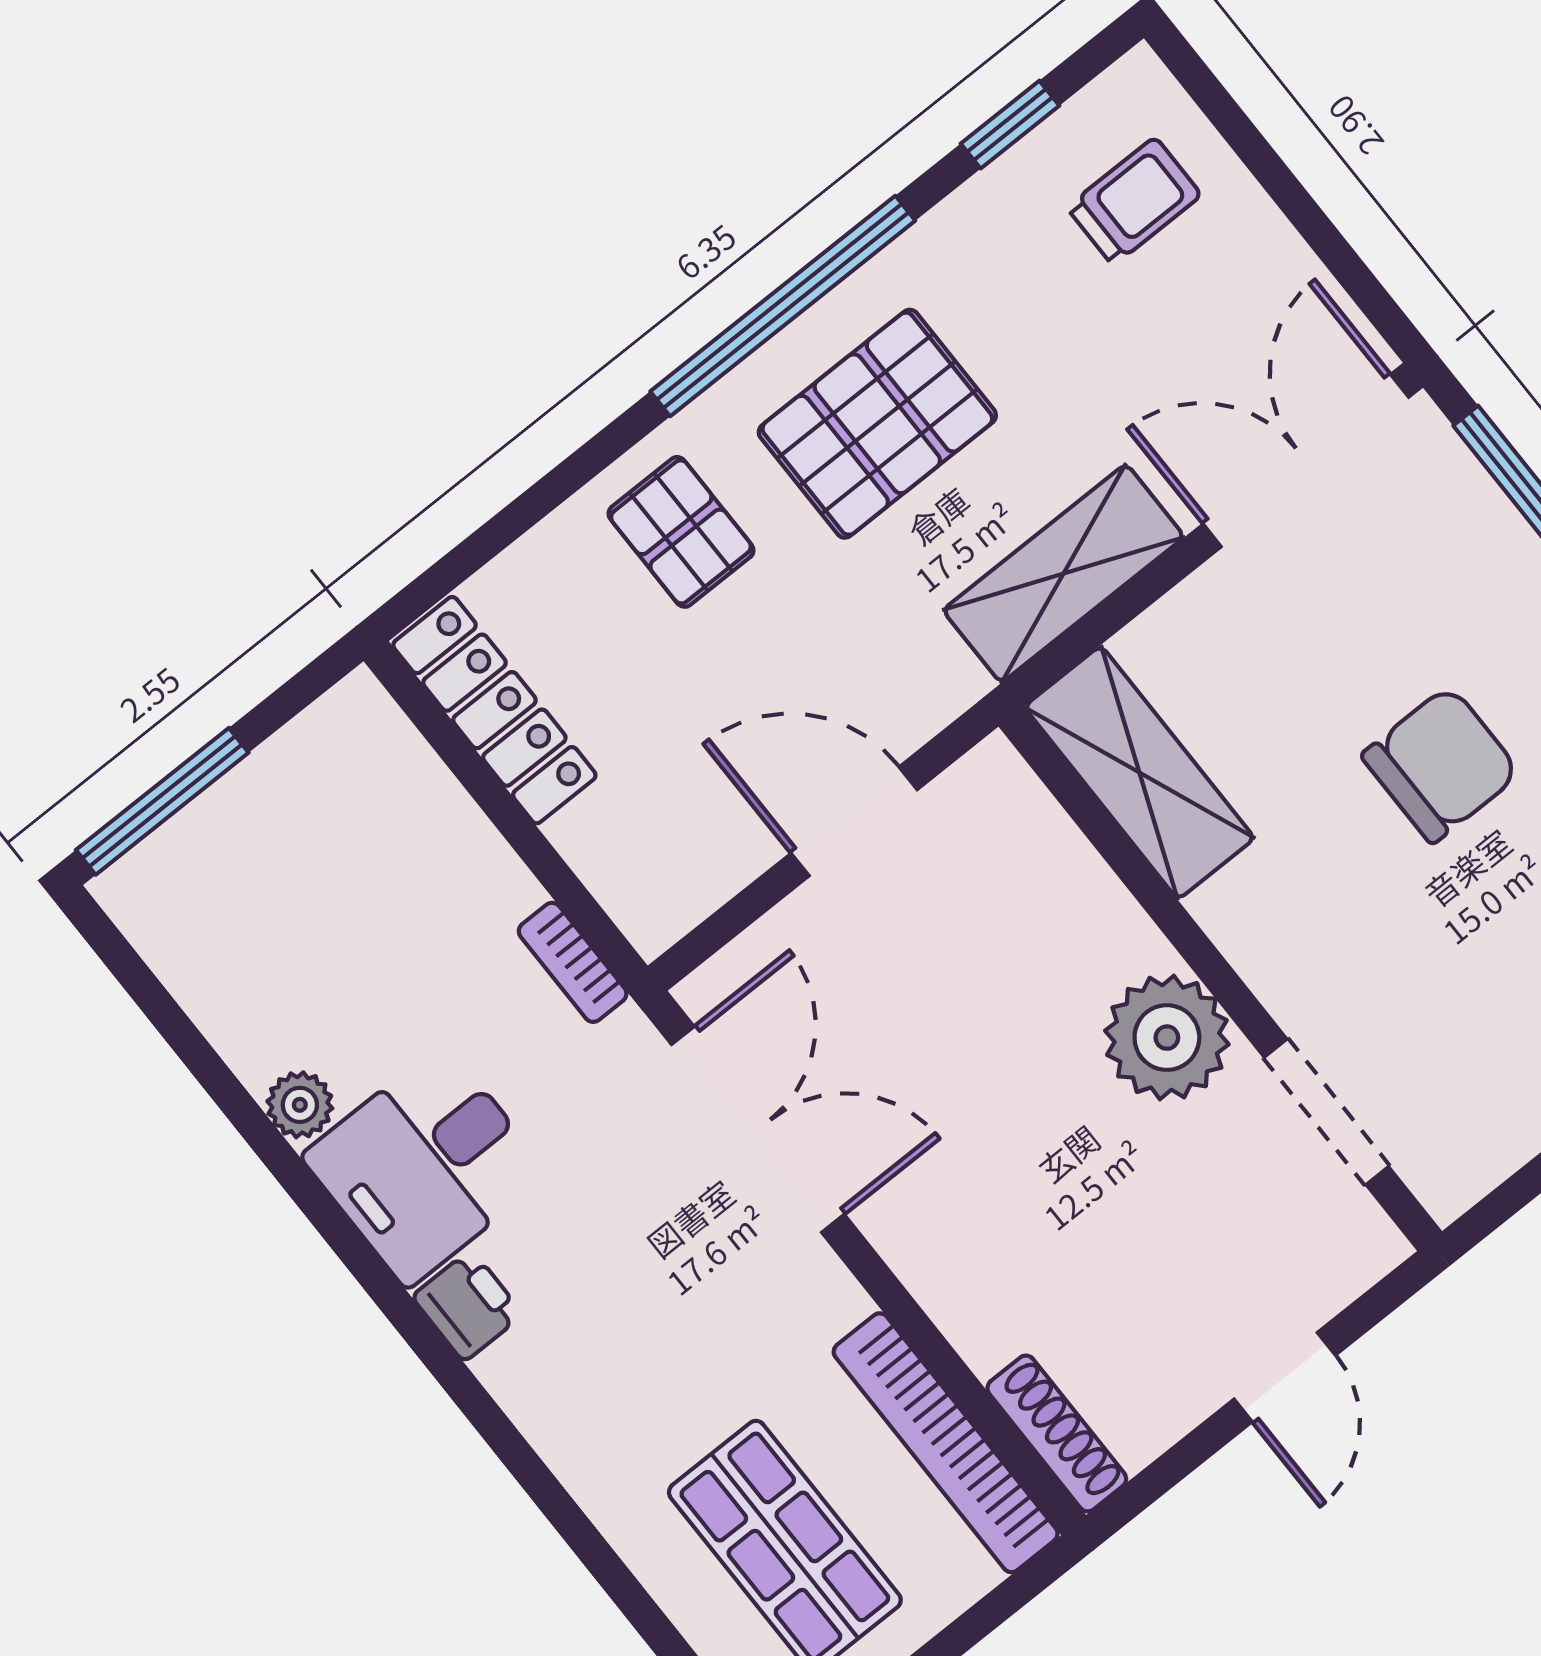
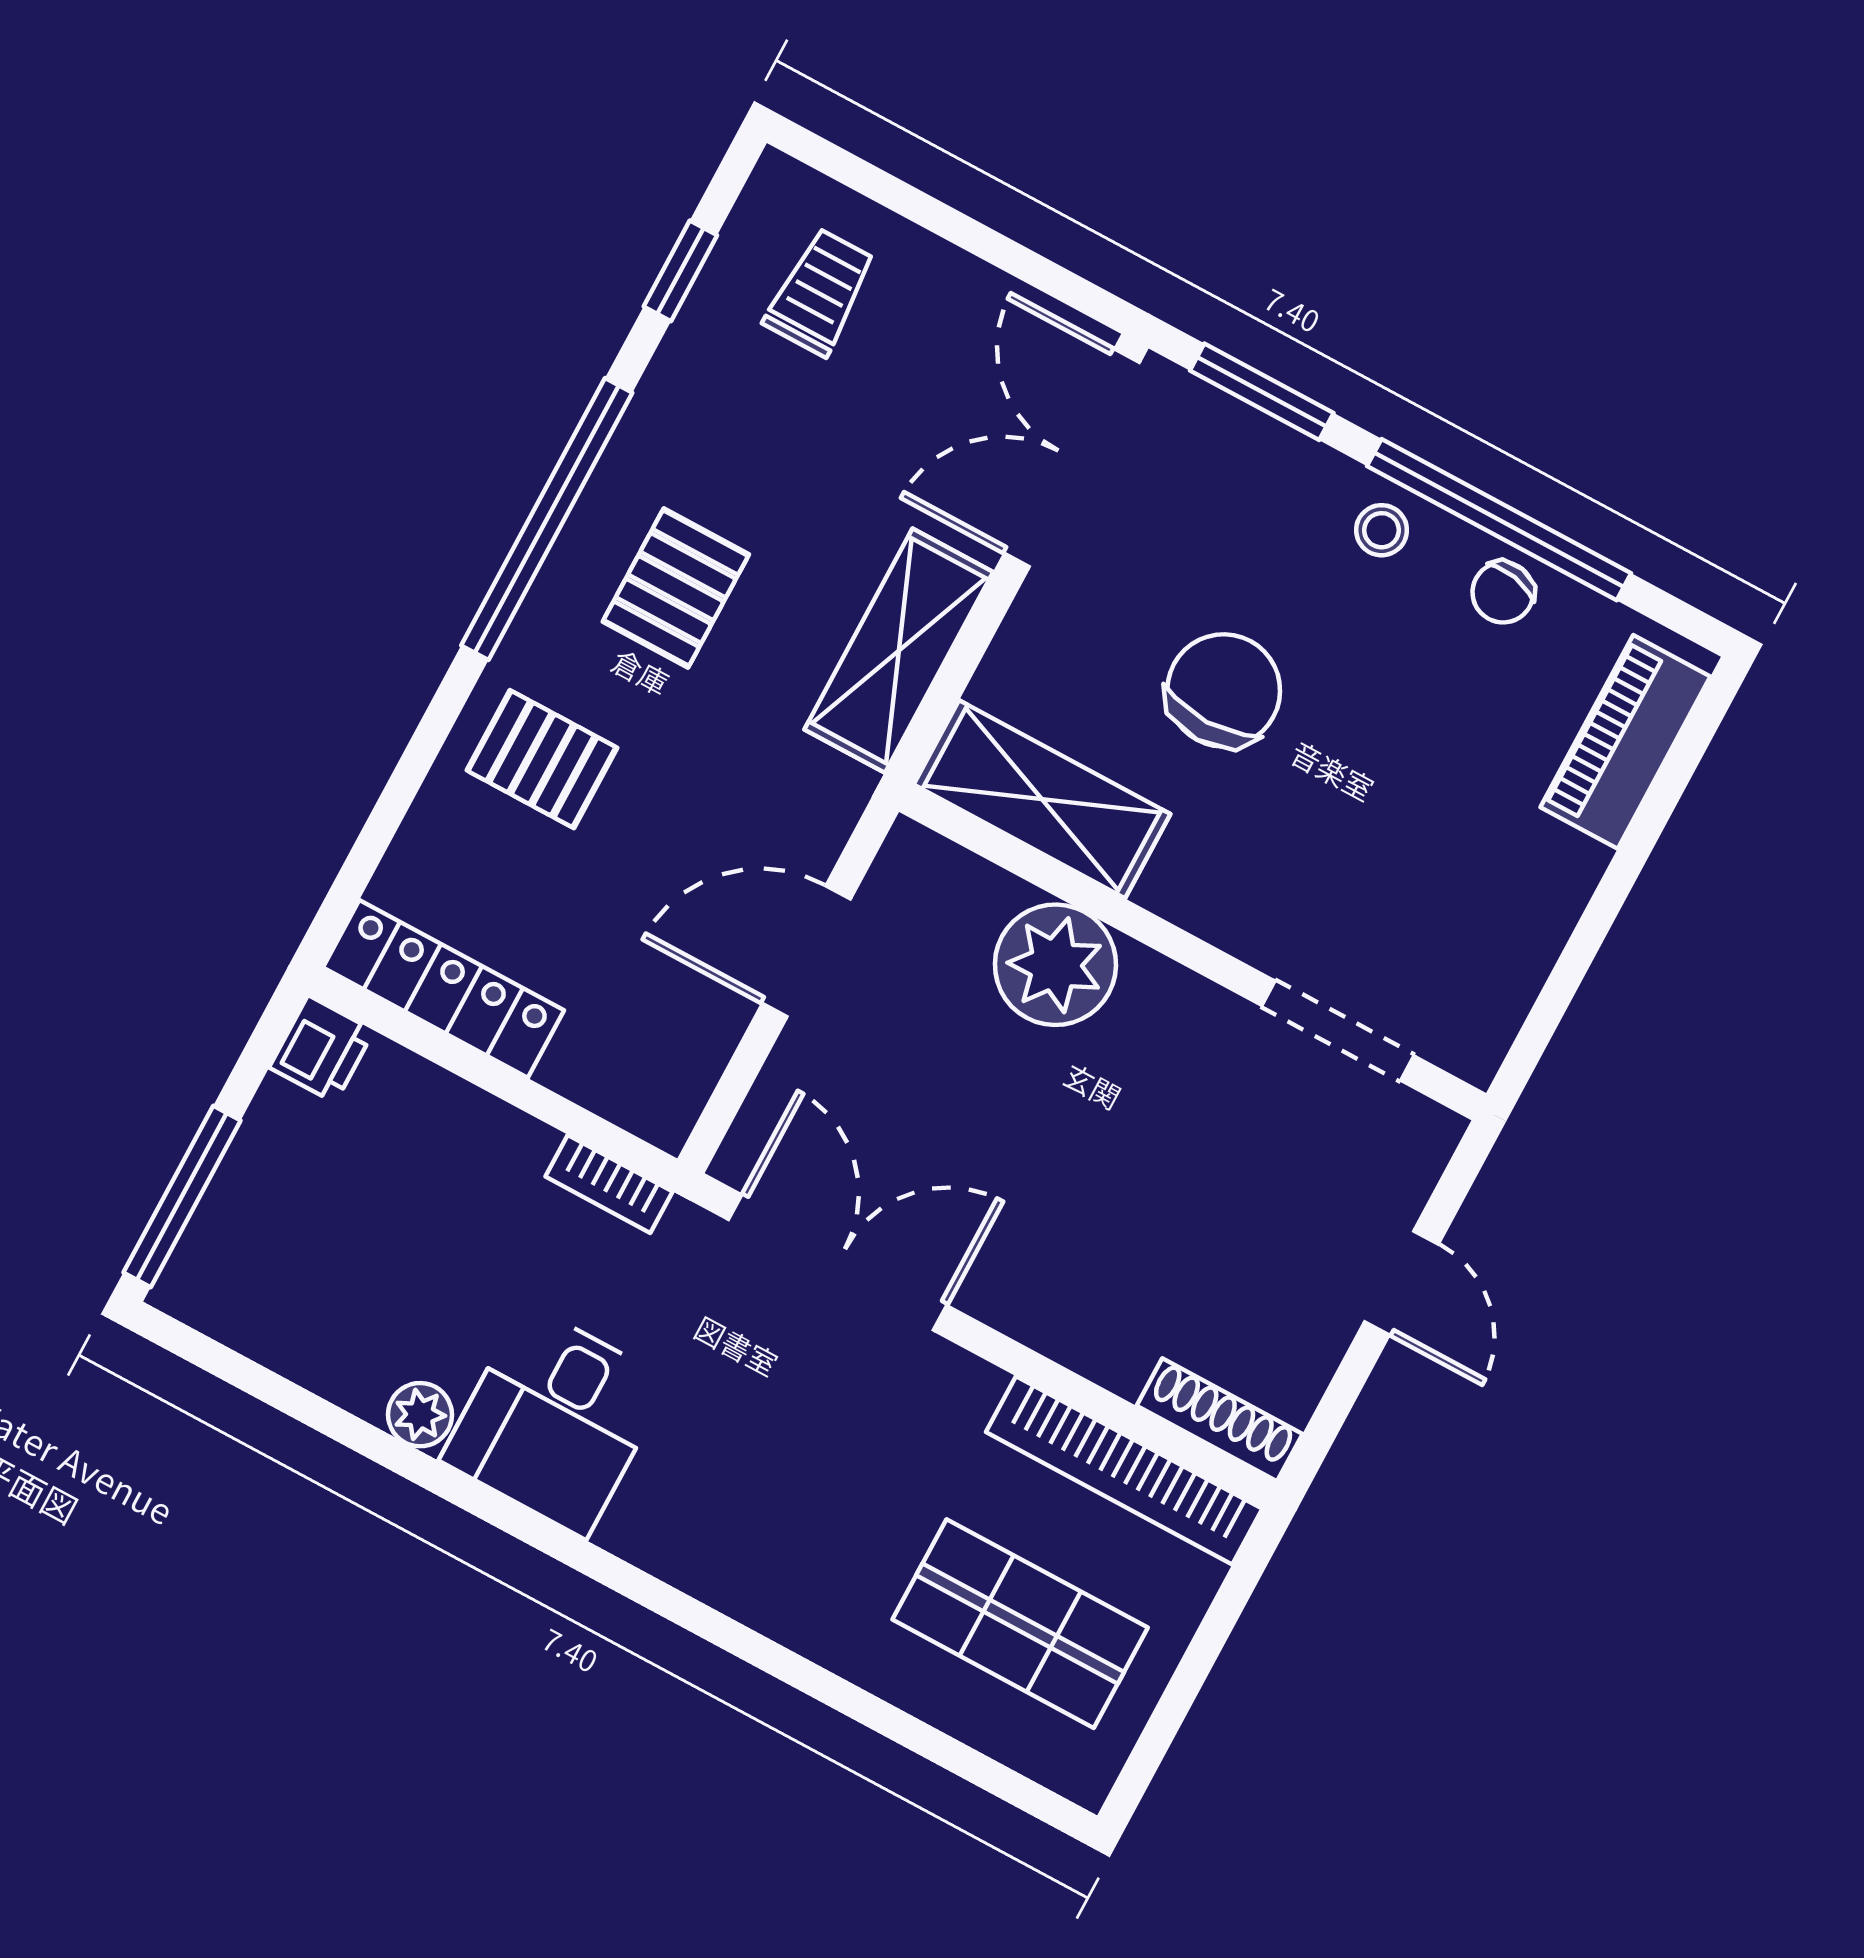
pallet: (877, 424) -> (676, 588), width x0.67, depth x0.71
chair: (1441, 764) -> (1224, 690), moved
plant: (1167, 1038) -> (1055, 965), moved
printer: (467, 1305) -> (322, 1049), moved, turned 90

